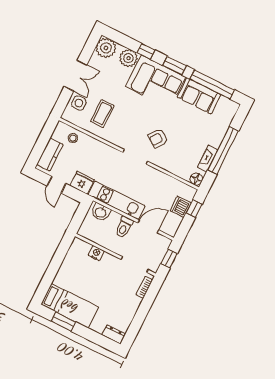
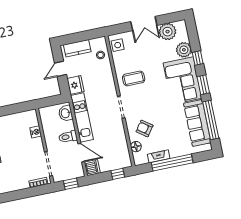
plant: (106, 48) -> (168, 32), moved
sofa: (199, 96) -> (197, 123), width x1.36
side table: (79, 103) -> (118, 45), moved
coffee table: (102, 114) -> (134, 78), moved
armchair: (158, 138) -> (144, 128), moved
floor lamp: (196, 179) -> (136, 147), moved
dishwasher: (181, 207) -> (92, 168), moved, turned 90

